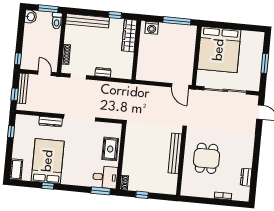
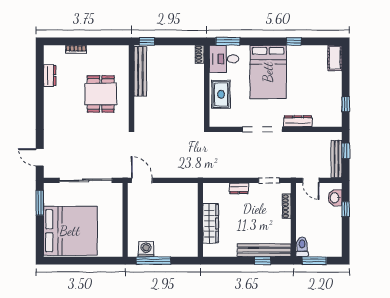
window: (115, 15) -> (263, 261), moved
washbasin: (31, 17) -> (335, 198), moved
washing machine: (152, 28) -> (146, 249), moved
wardrobe: (129, 36) -> (211, 223), moved
bed: (219, 50) -> (70, 231), moved, turned 90
window: (18, 59) -> (346, 209), moved
window: (265, 63) -> (40, 203), moved
bench: (175, 153) -> (140, 71), moved
bed: (48, 161) -> (268, 72), moved
window: (142, 195) -> (147, 41), moved

